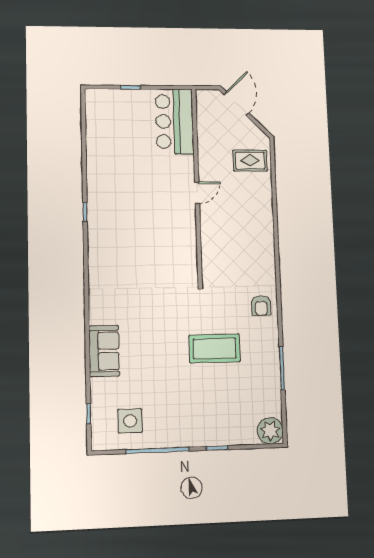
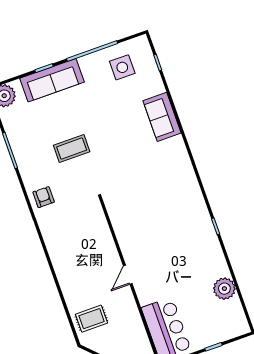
plant: (98, 143) -> (224, 289), added
coffee table: (215, 348) -> (72, 149), width x0.73, depth x0.76
sofa: (213, 431) -> (52, 80), added

